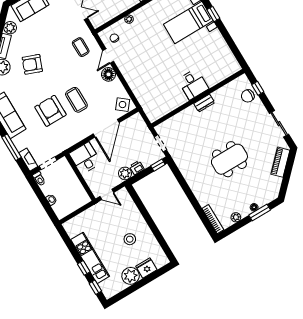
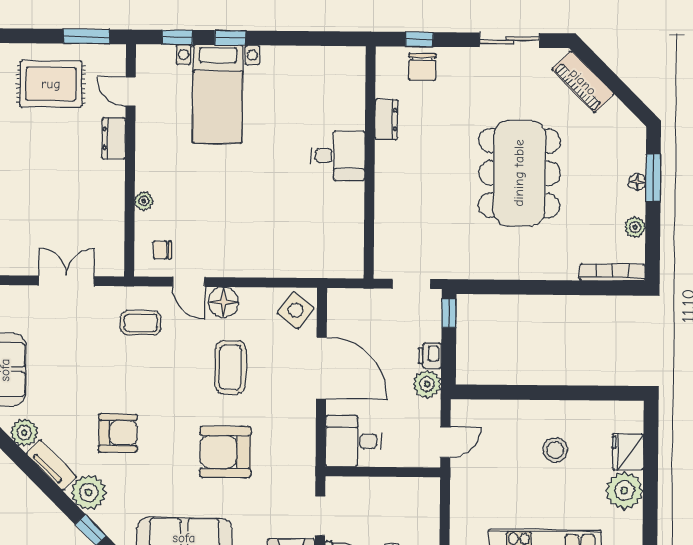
armchair: (32, 64) -> (118, 433), turned -111
coffee table: (76, 100) -> (230, 367), moved, turned 90
dresser: (204, 103) -> (386, 119), moved
dining table: (229, 159) -> (519, 173), width x1.36, depth x1.24

